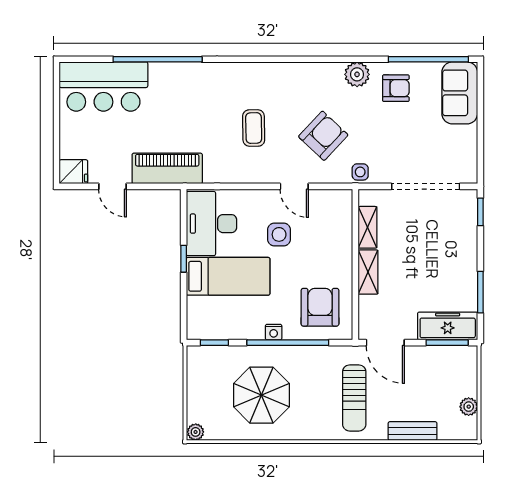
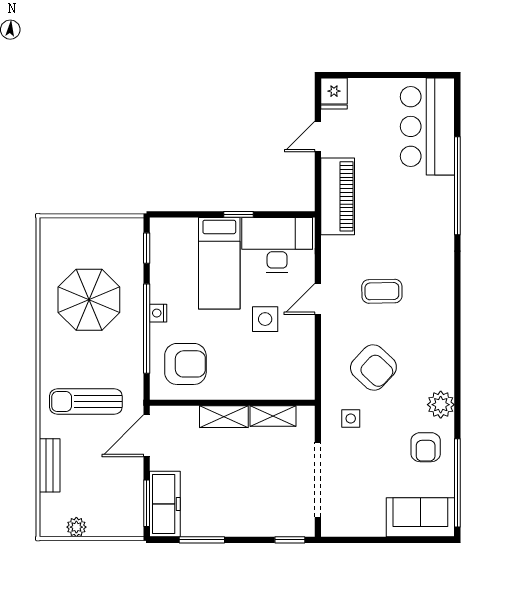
side table: (360, 172) -> (351, 418), moved
door: (294, 186) -> (318, 299), moved
plant: (196, 432) -> (49, 227), removed

